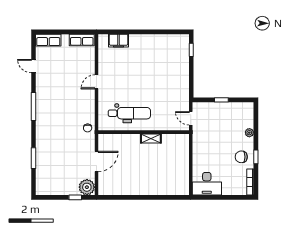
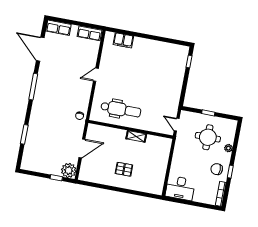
door: (33, 66) -> (40, 49), width x1.88
round table: (226, 125) -> (208, 137), added
pallet: (144, 175) -> (124, 169), added

